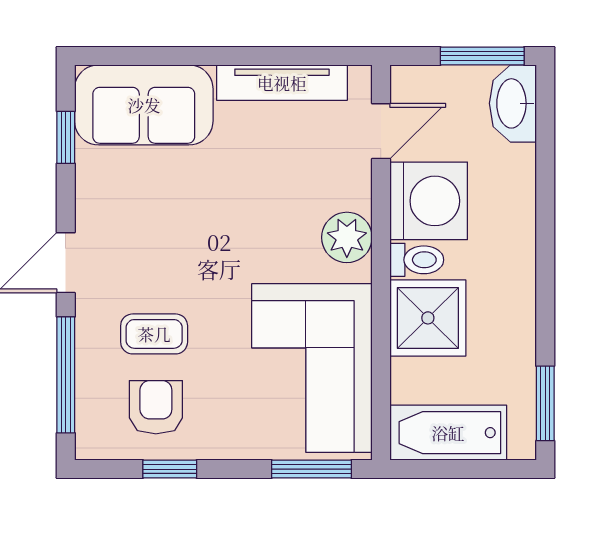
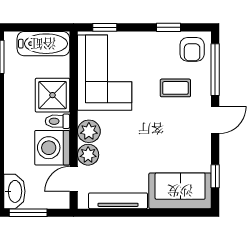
plant: (349, 185) -> (88, 155), added
armchair: (156, 407) -> (192, 49), moved
window: (312, 469) -> (105, 27), width x0.67

